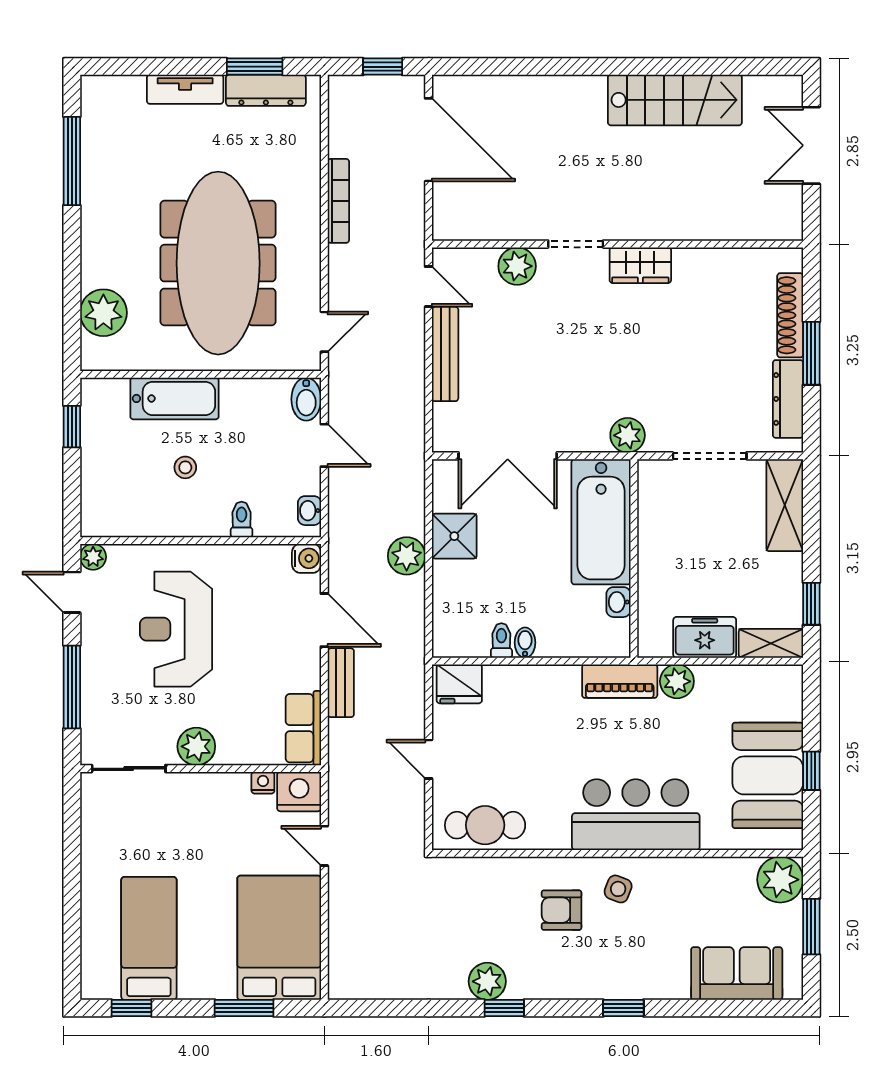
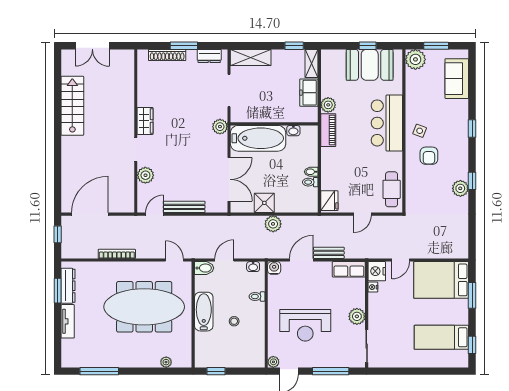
plant: (103, 313) -> (166, 362), width x0.53, depth x0.53
bathtub: (174, 398) -> (204, 312), moved
dresser: (788, 399) -> (209, 56), width x0.70

